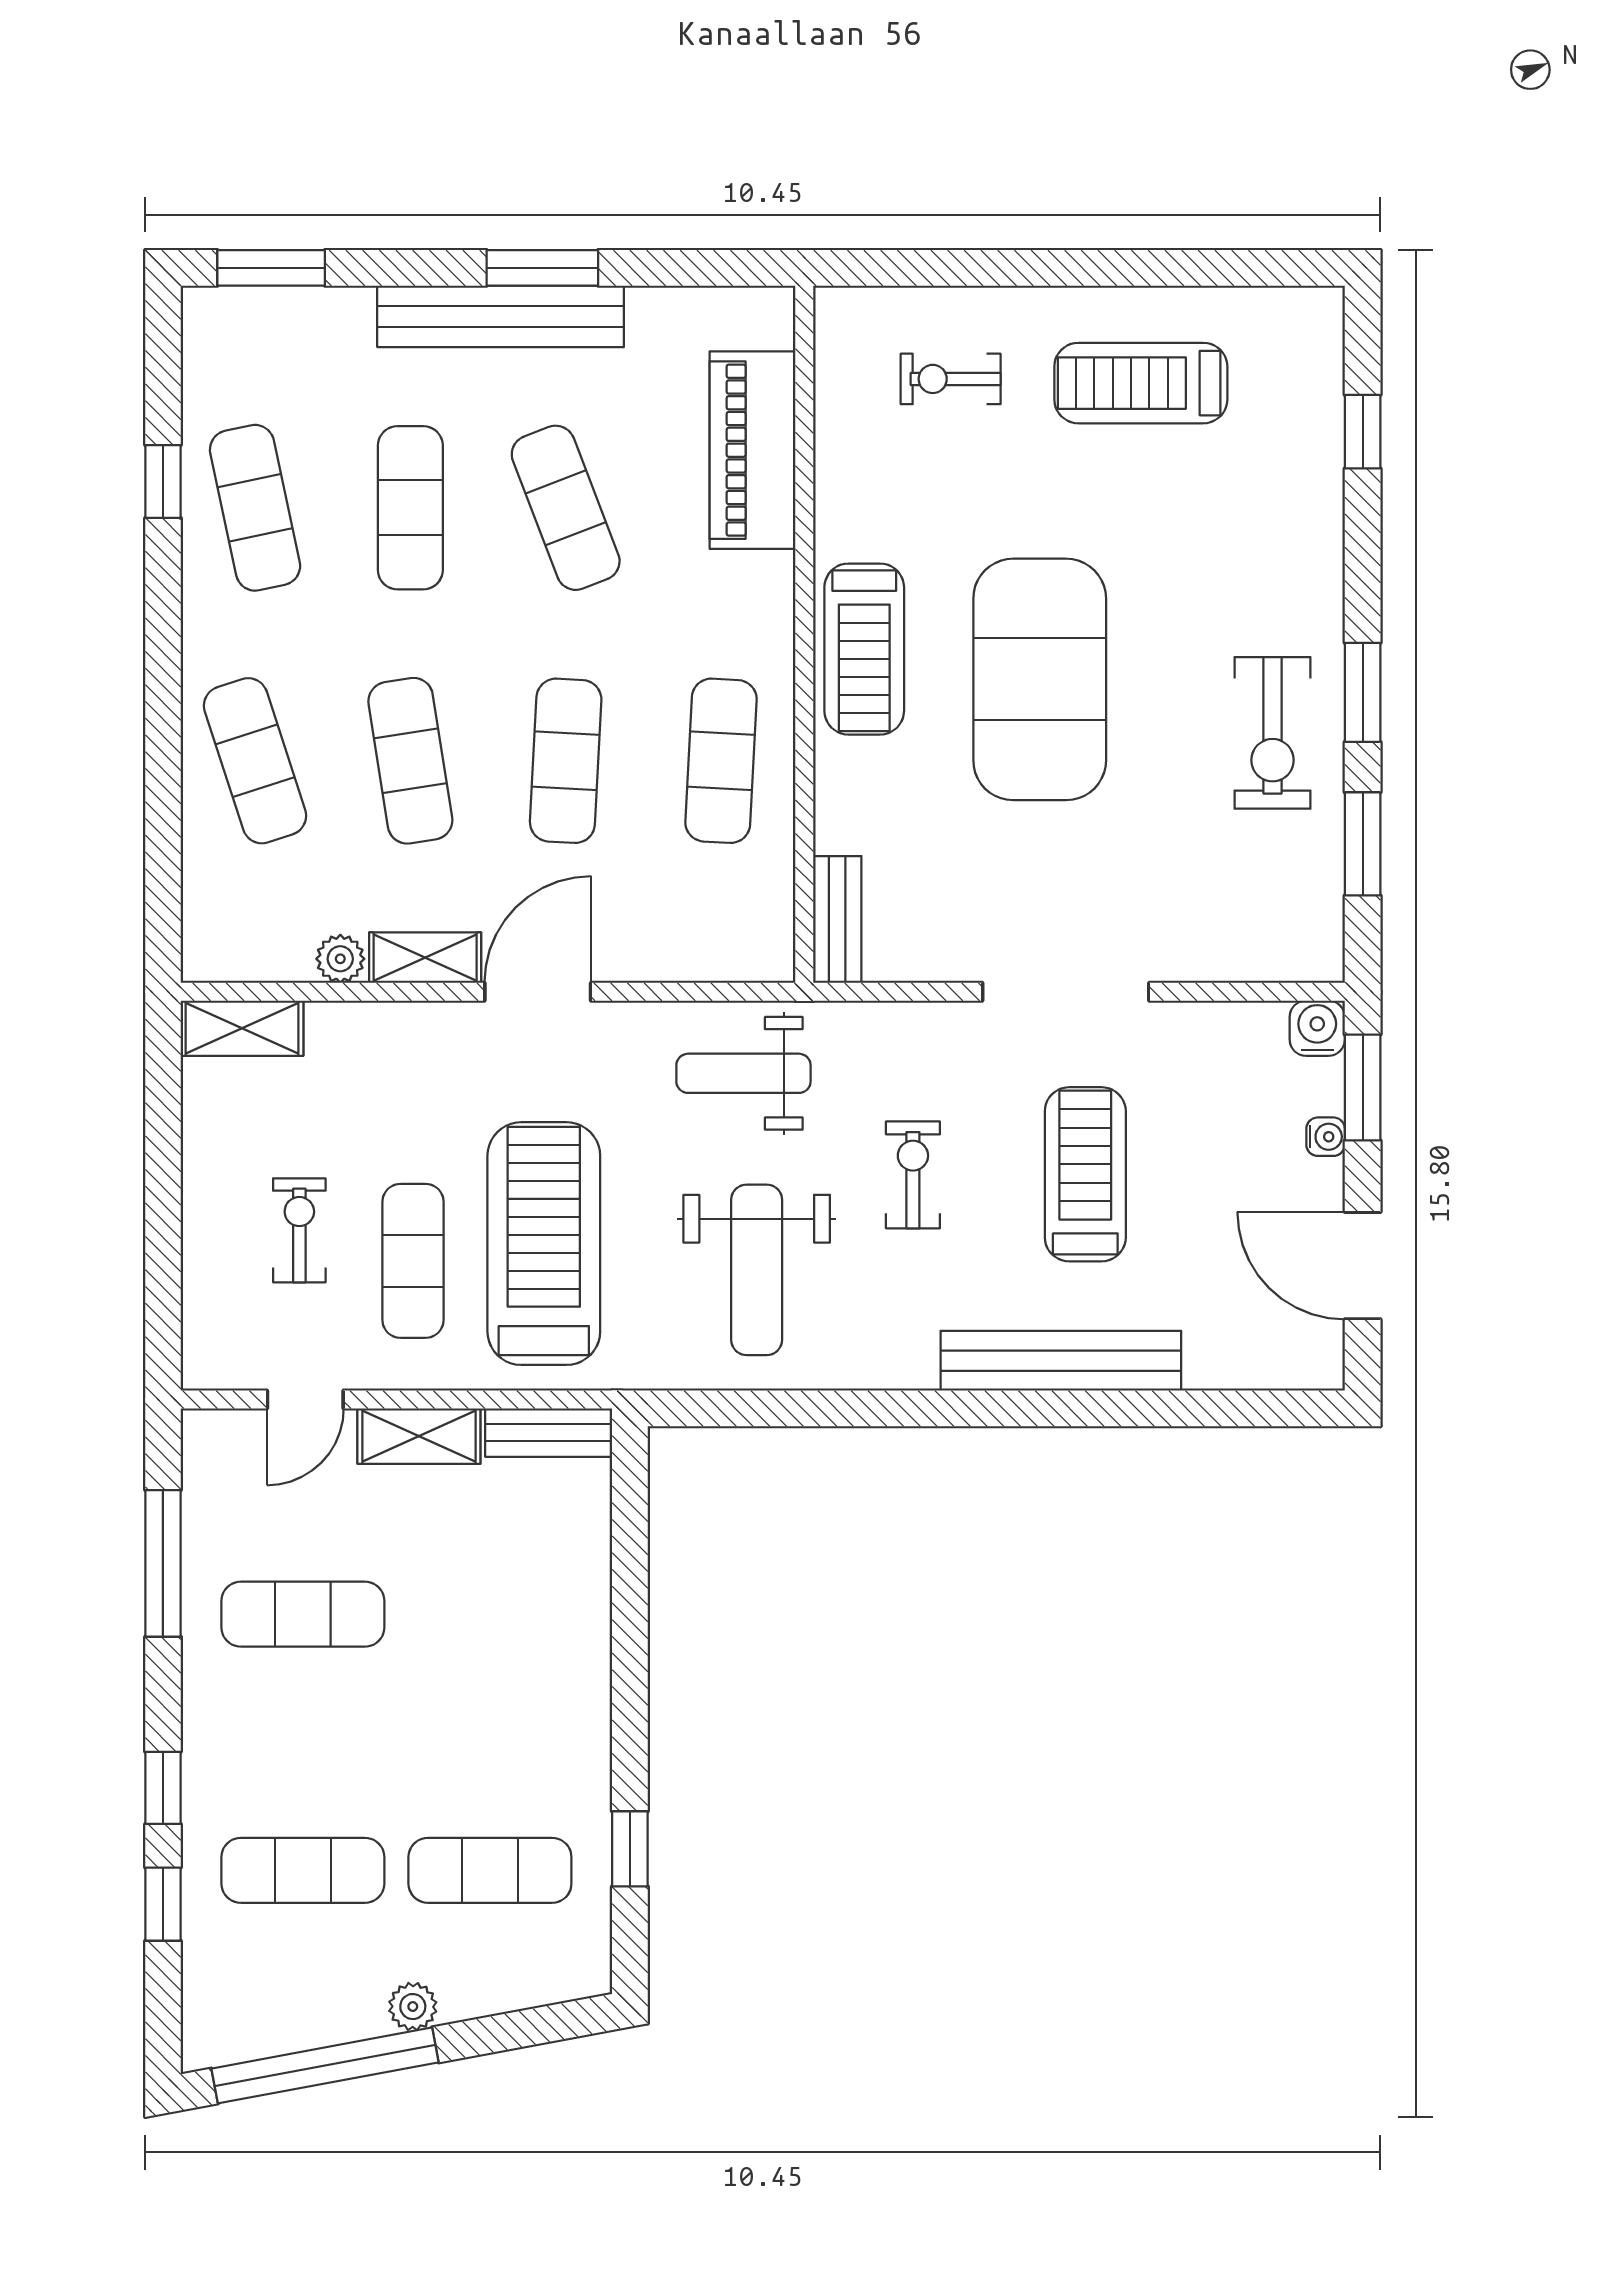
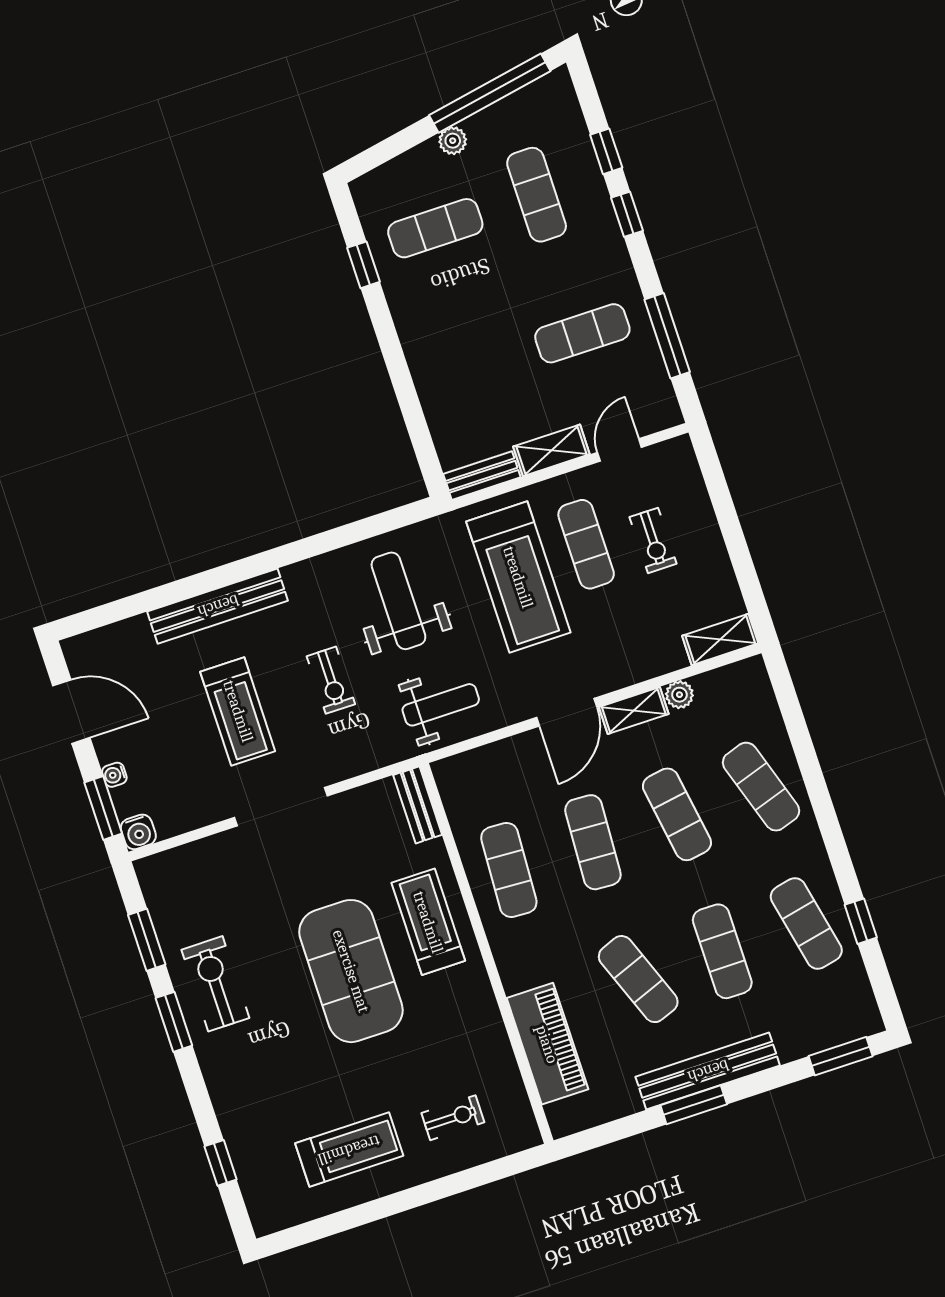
treadmill: (864, 649) -> (428, 922), moved
exercise mat: (303, 1870) -> (537, 195), turned 90

